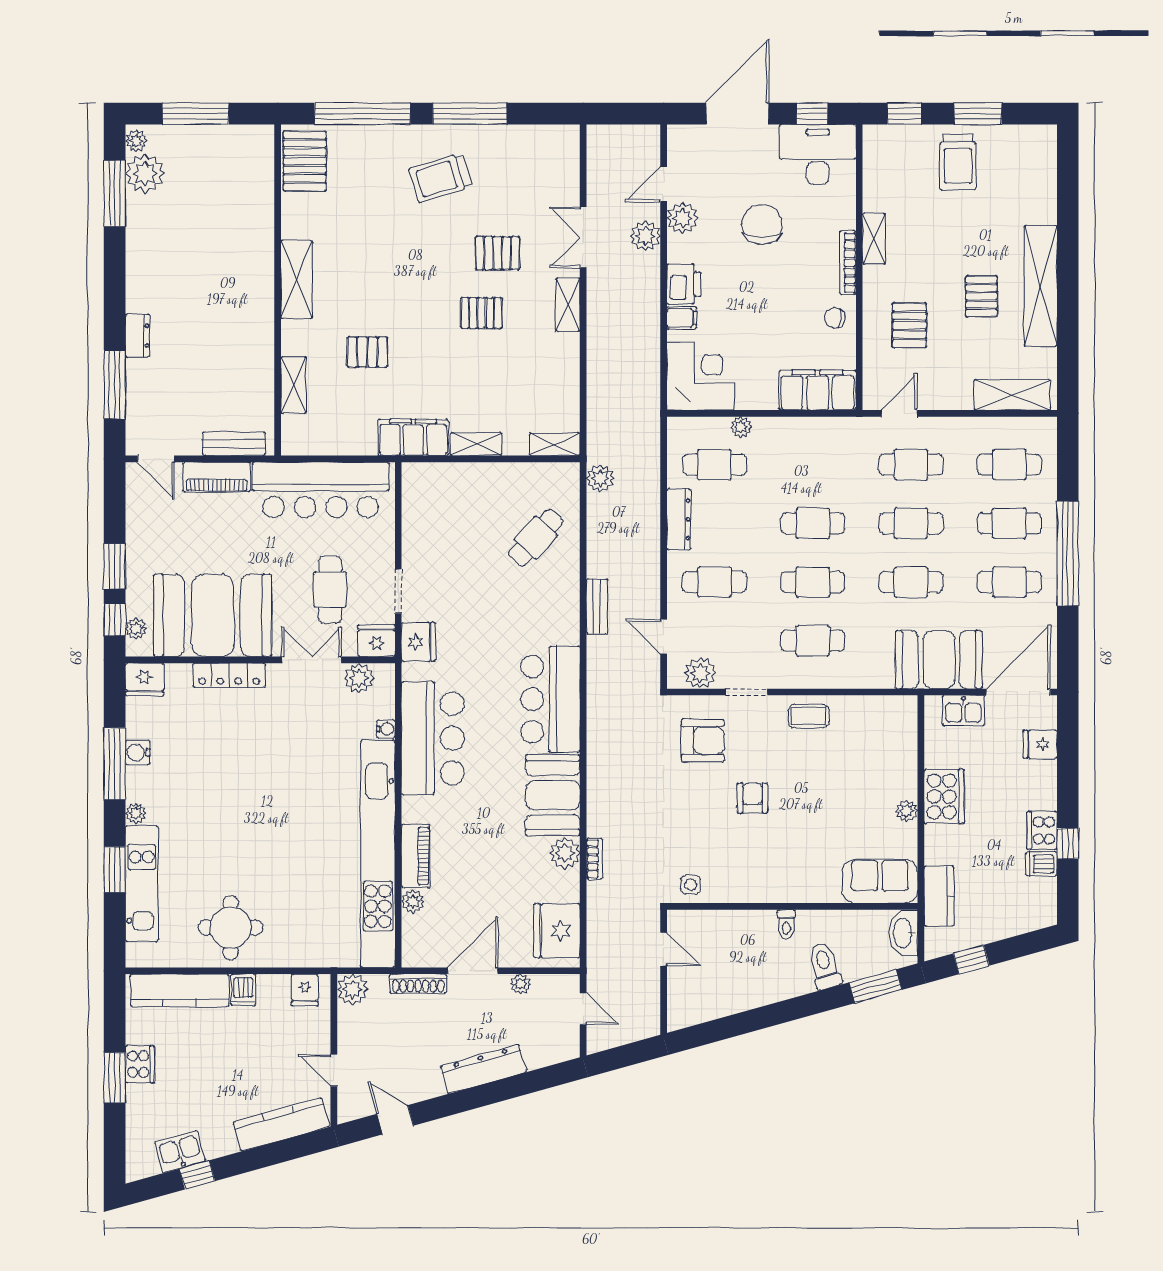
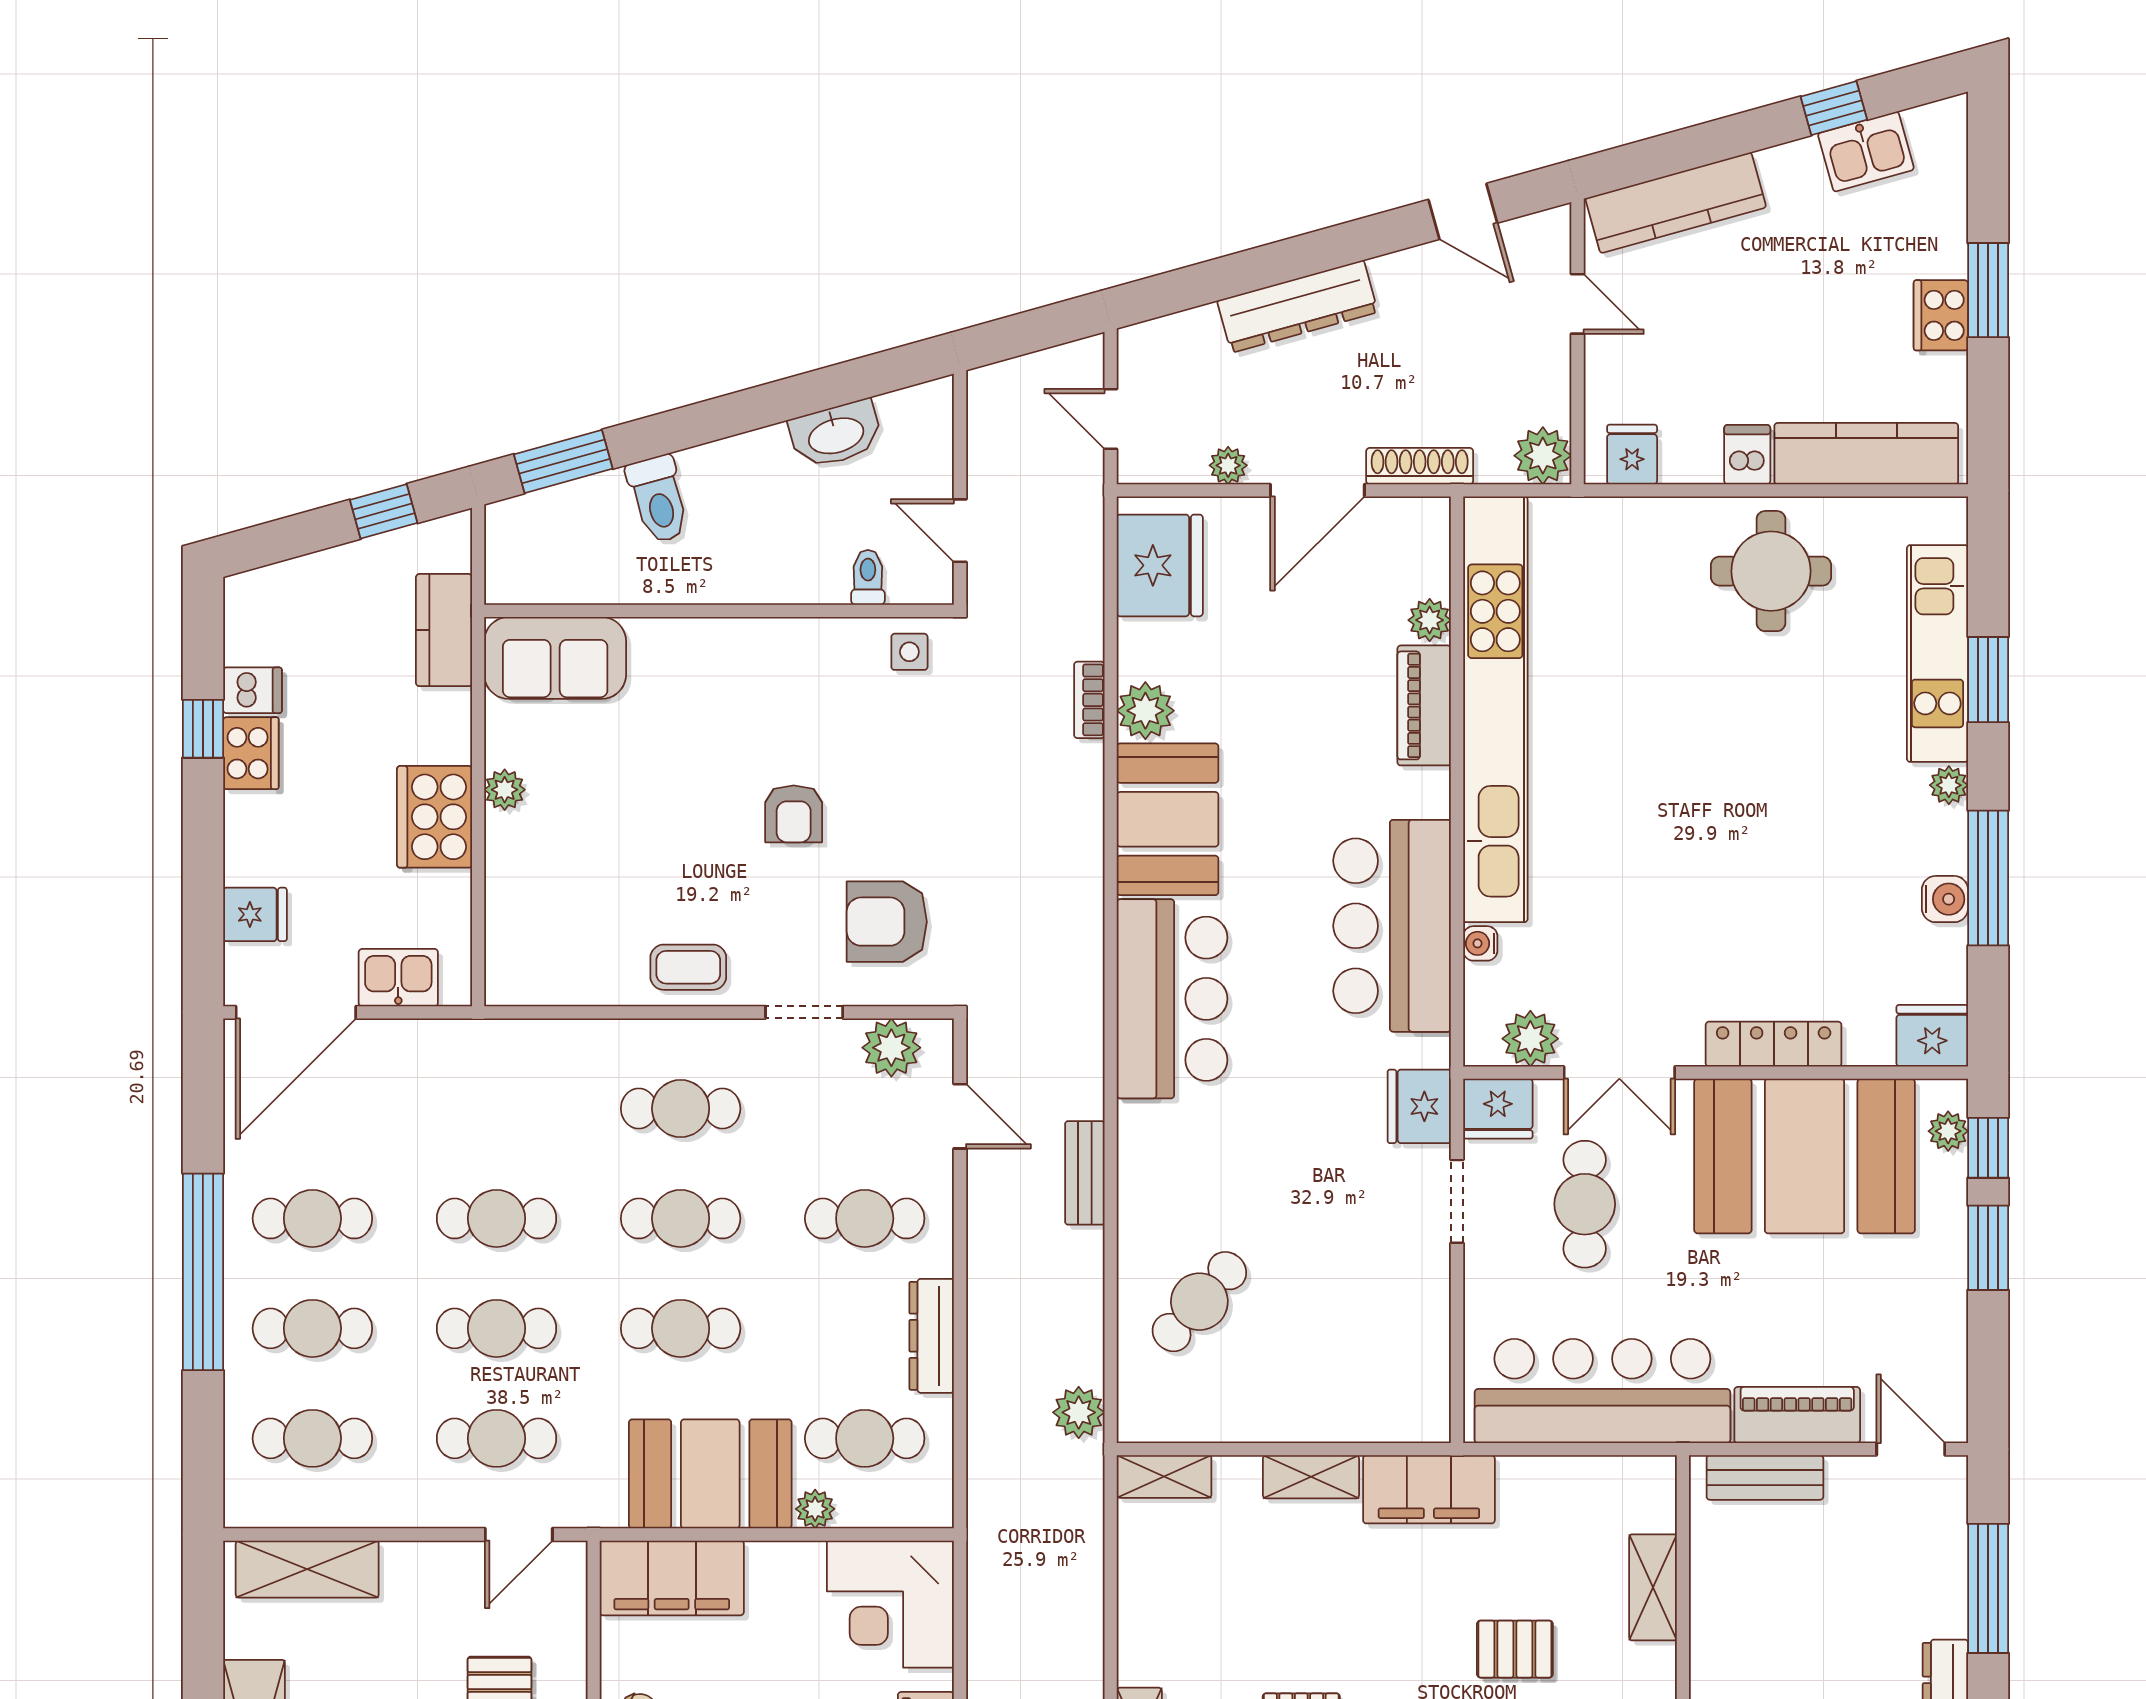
booth: (939, 660) -> (710, 1474), moved
toilet: (786, 924) -> (868, 577), moved
washbasin: (903, 933) -> (836, 434), moved, turned 74

